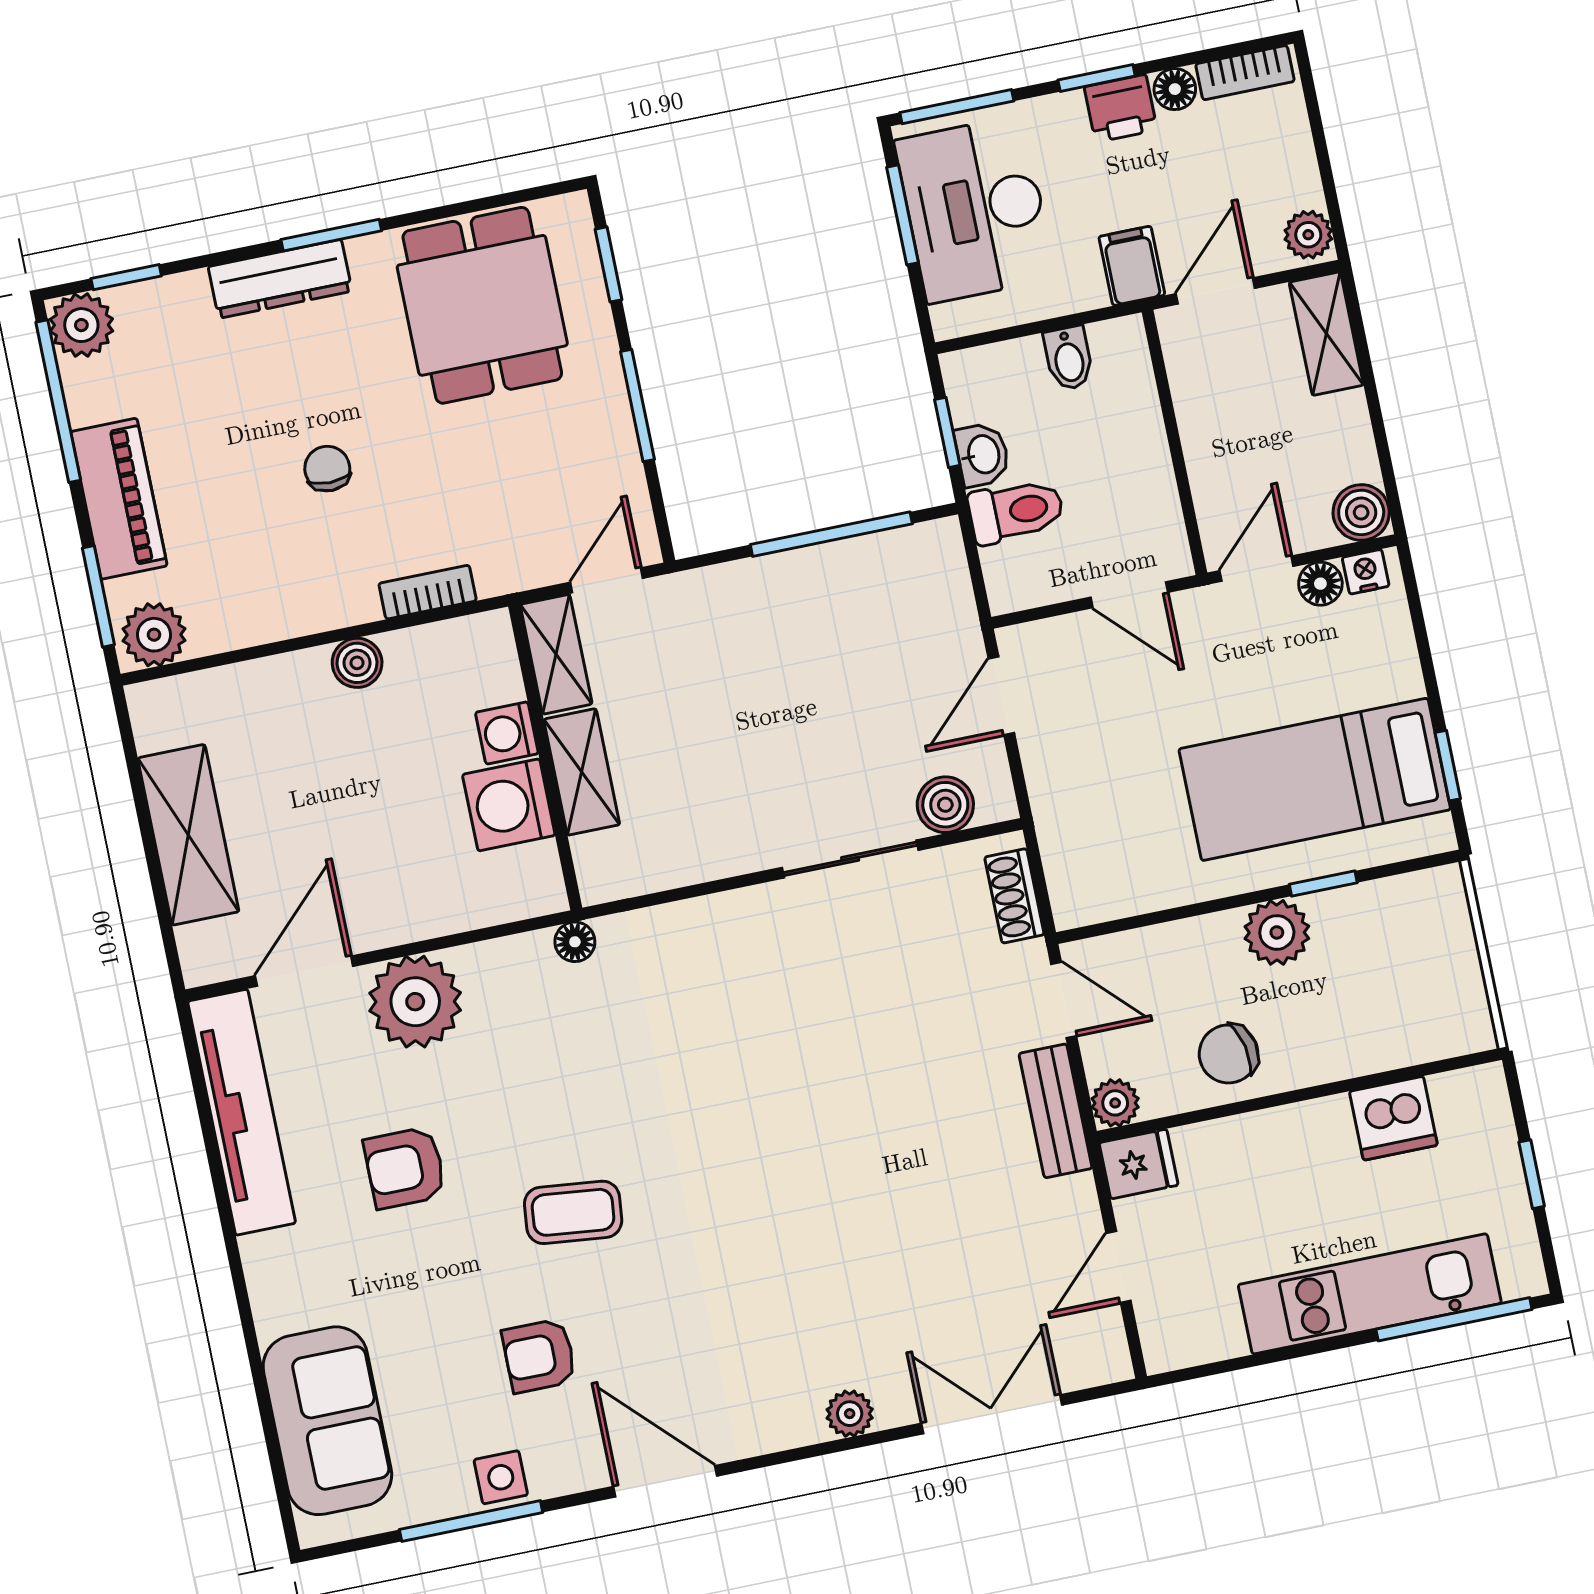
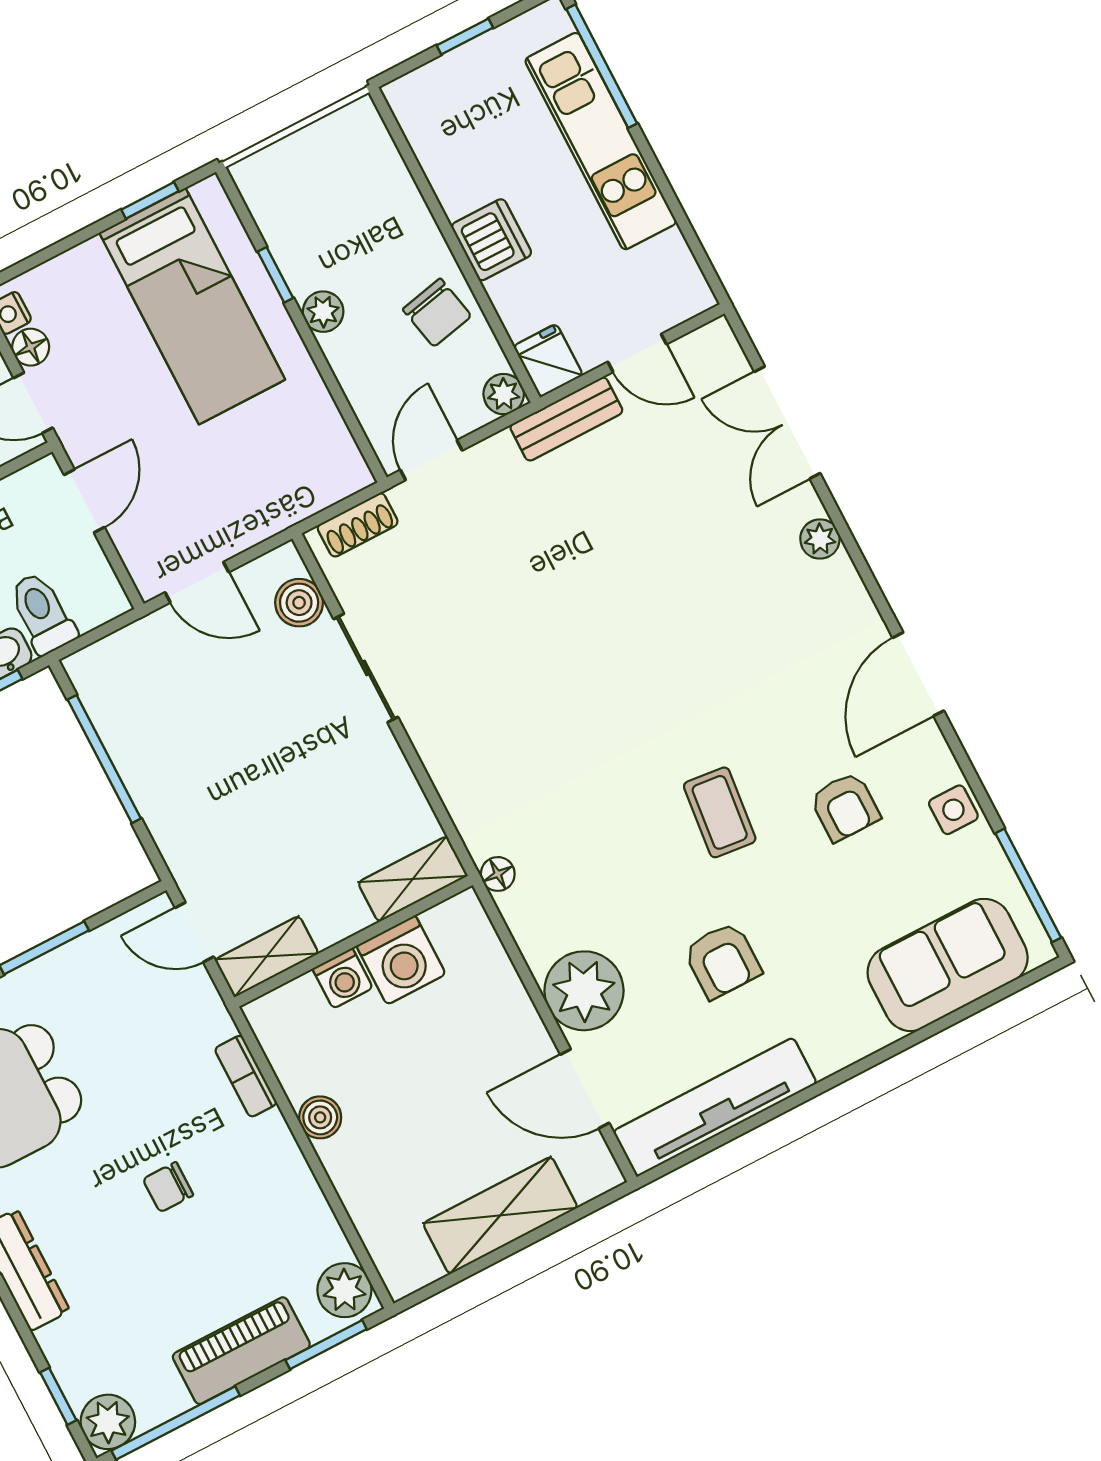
shelving: (582, 772) -> (413, 879), moved
plant: (1277, 932) -> (323, 312), width x0.73, depth x0.73
bench: (1056, 1111) -> (566, 419), moved
dishwasher: (1393, 1118) -> (491, 240), moved
window: (471, 1521) -> (1028, 885), moved

